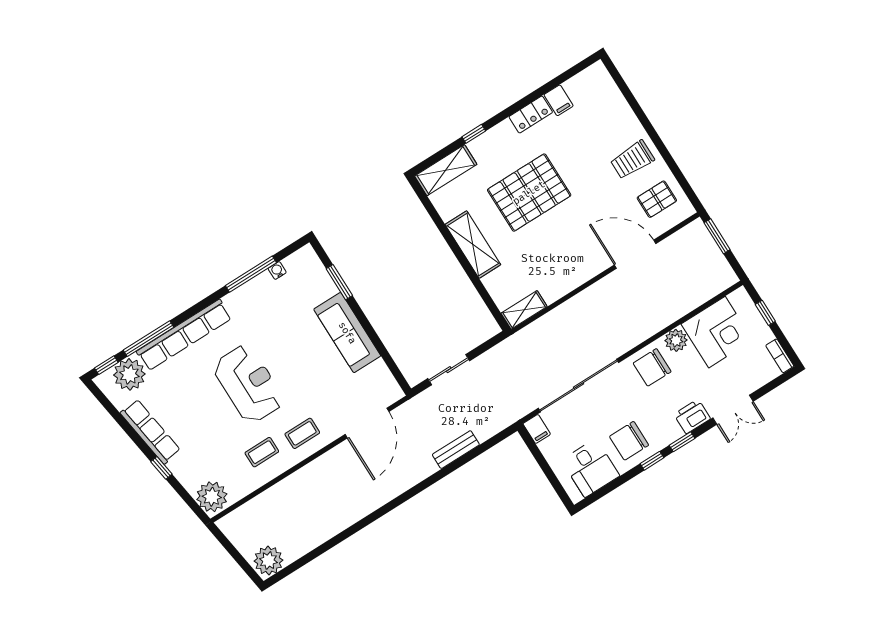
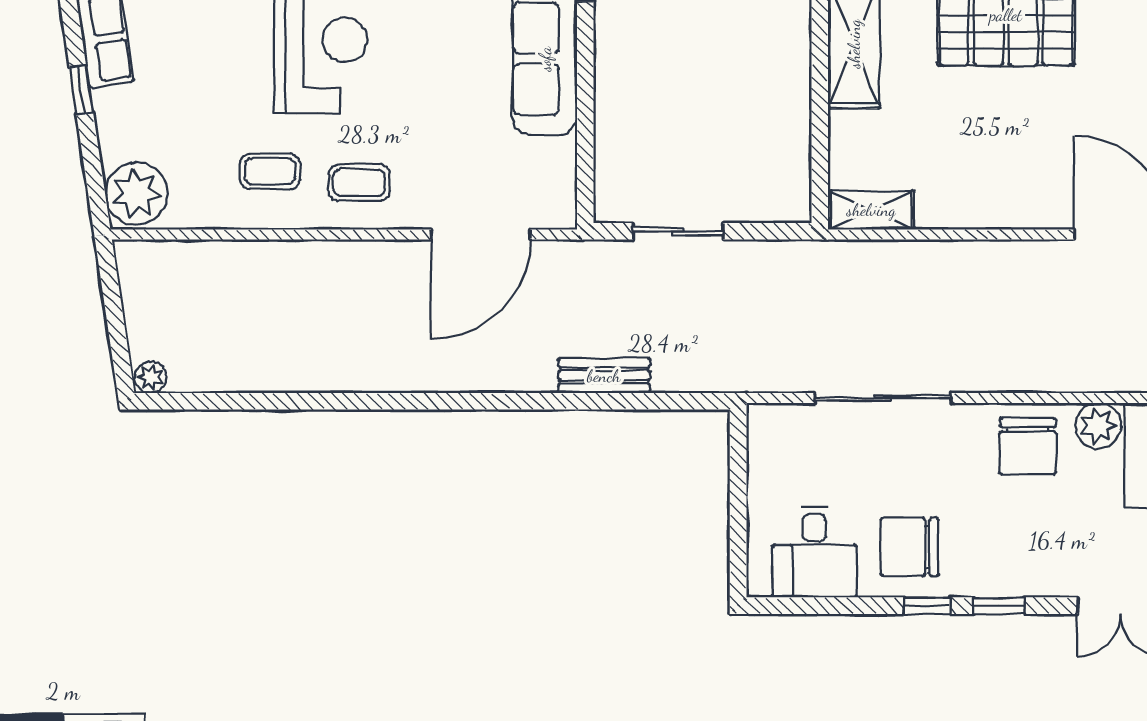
chair: (652, 367) -> (1028, 446), turned -90
sliding door: (579, 385) -> (883, 398), width x0.73
printer: (692, 416) -> (1044, 573), removed
filing cabinet: (537, 429) -> (765, 427), removed
plant: (268, 561) -> (151, 377), width x0.53, depth x0.53

